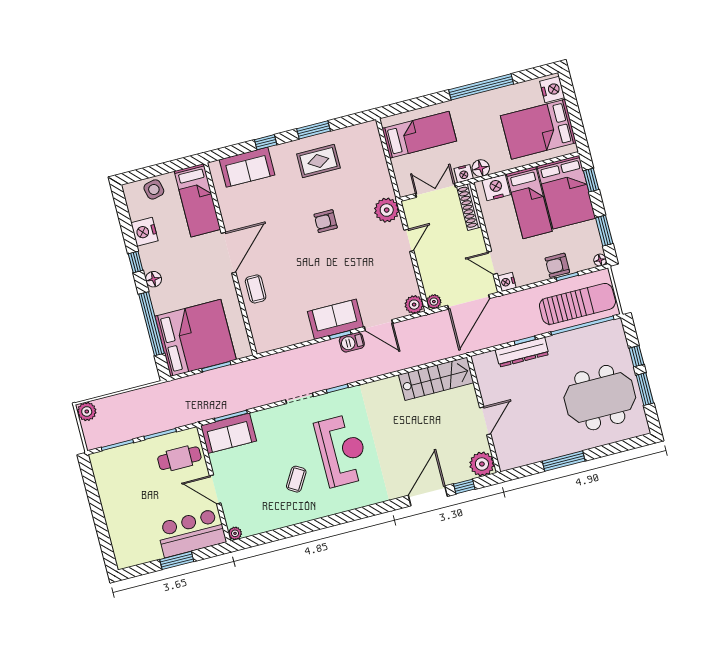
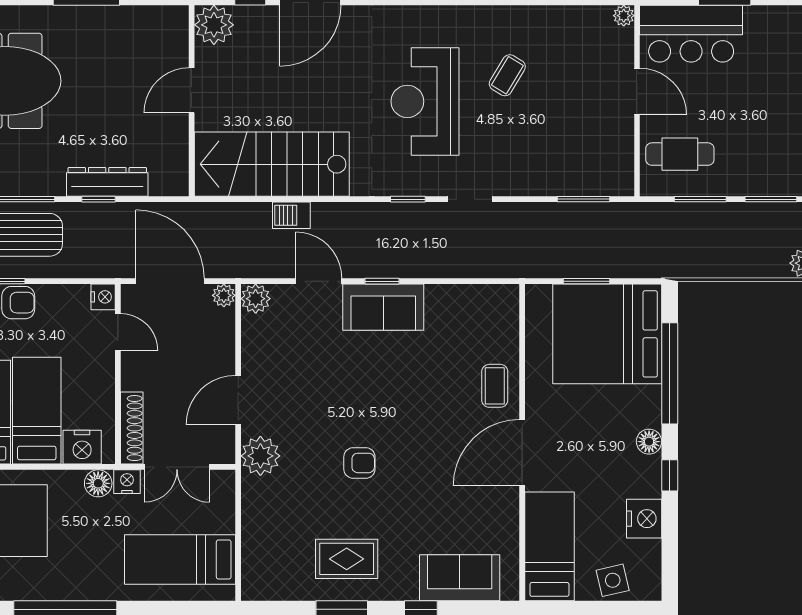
door: (409, 240) -> (238, 400), width x1.38
door: (469, 302) -> (170, 281), hinge flipped
barbecue: (352, 342) -> (291, 215), moved, turned 180
stairs: (436, 379) -> (272, 164), width x1.36, depth x1.51
sofa: (229, 433) -> (594, 173), removed

